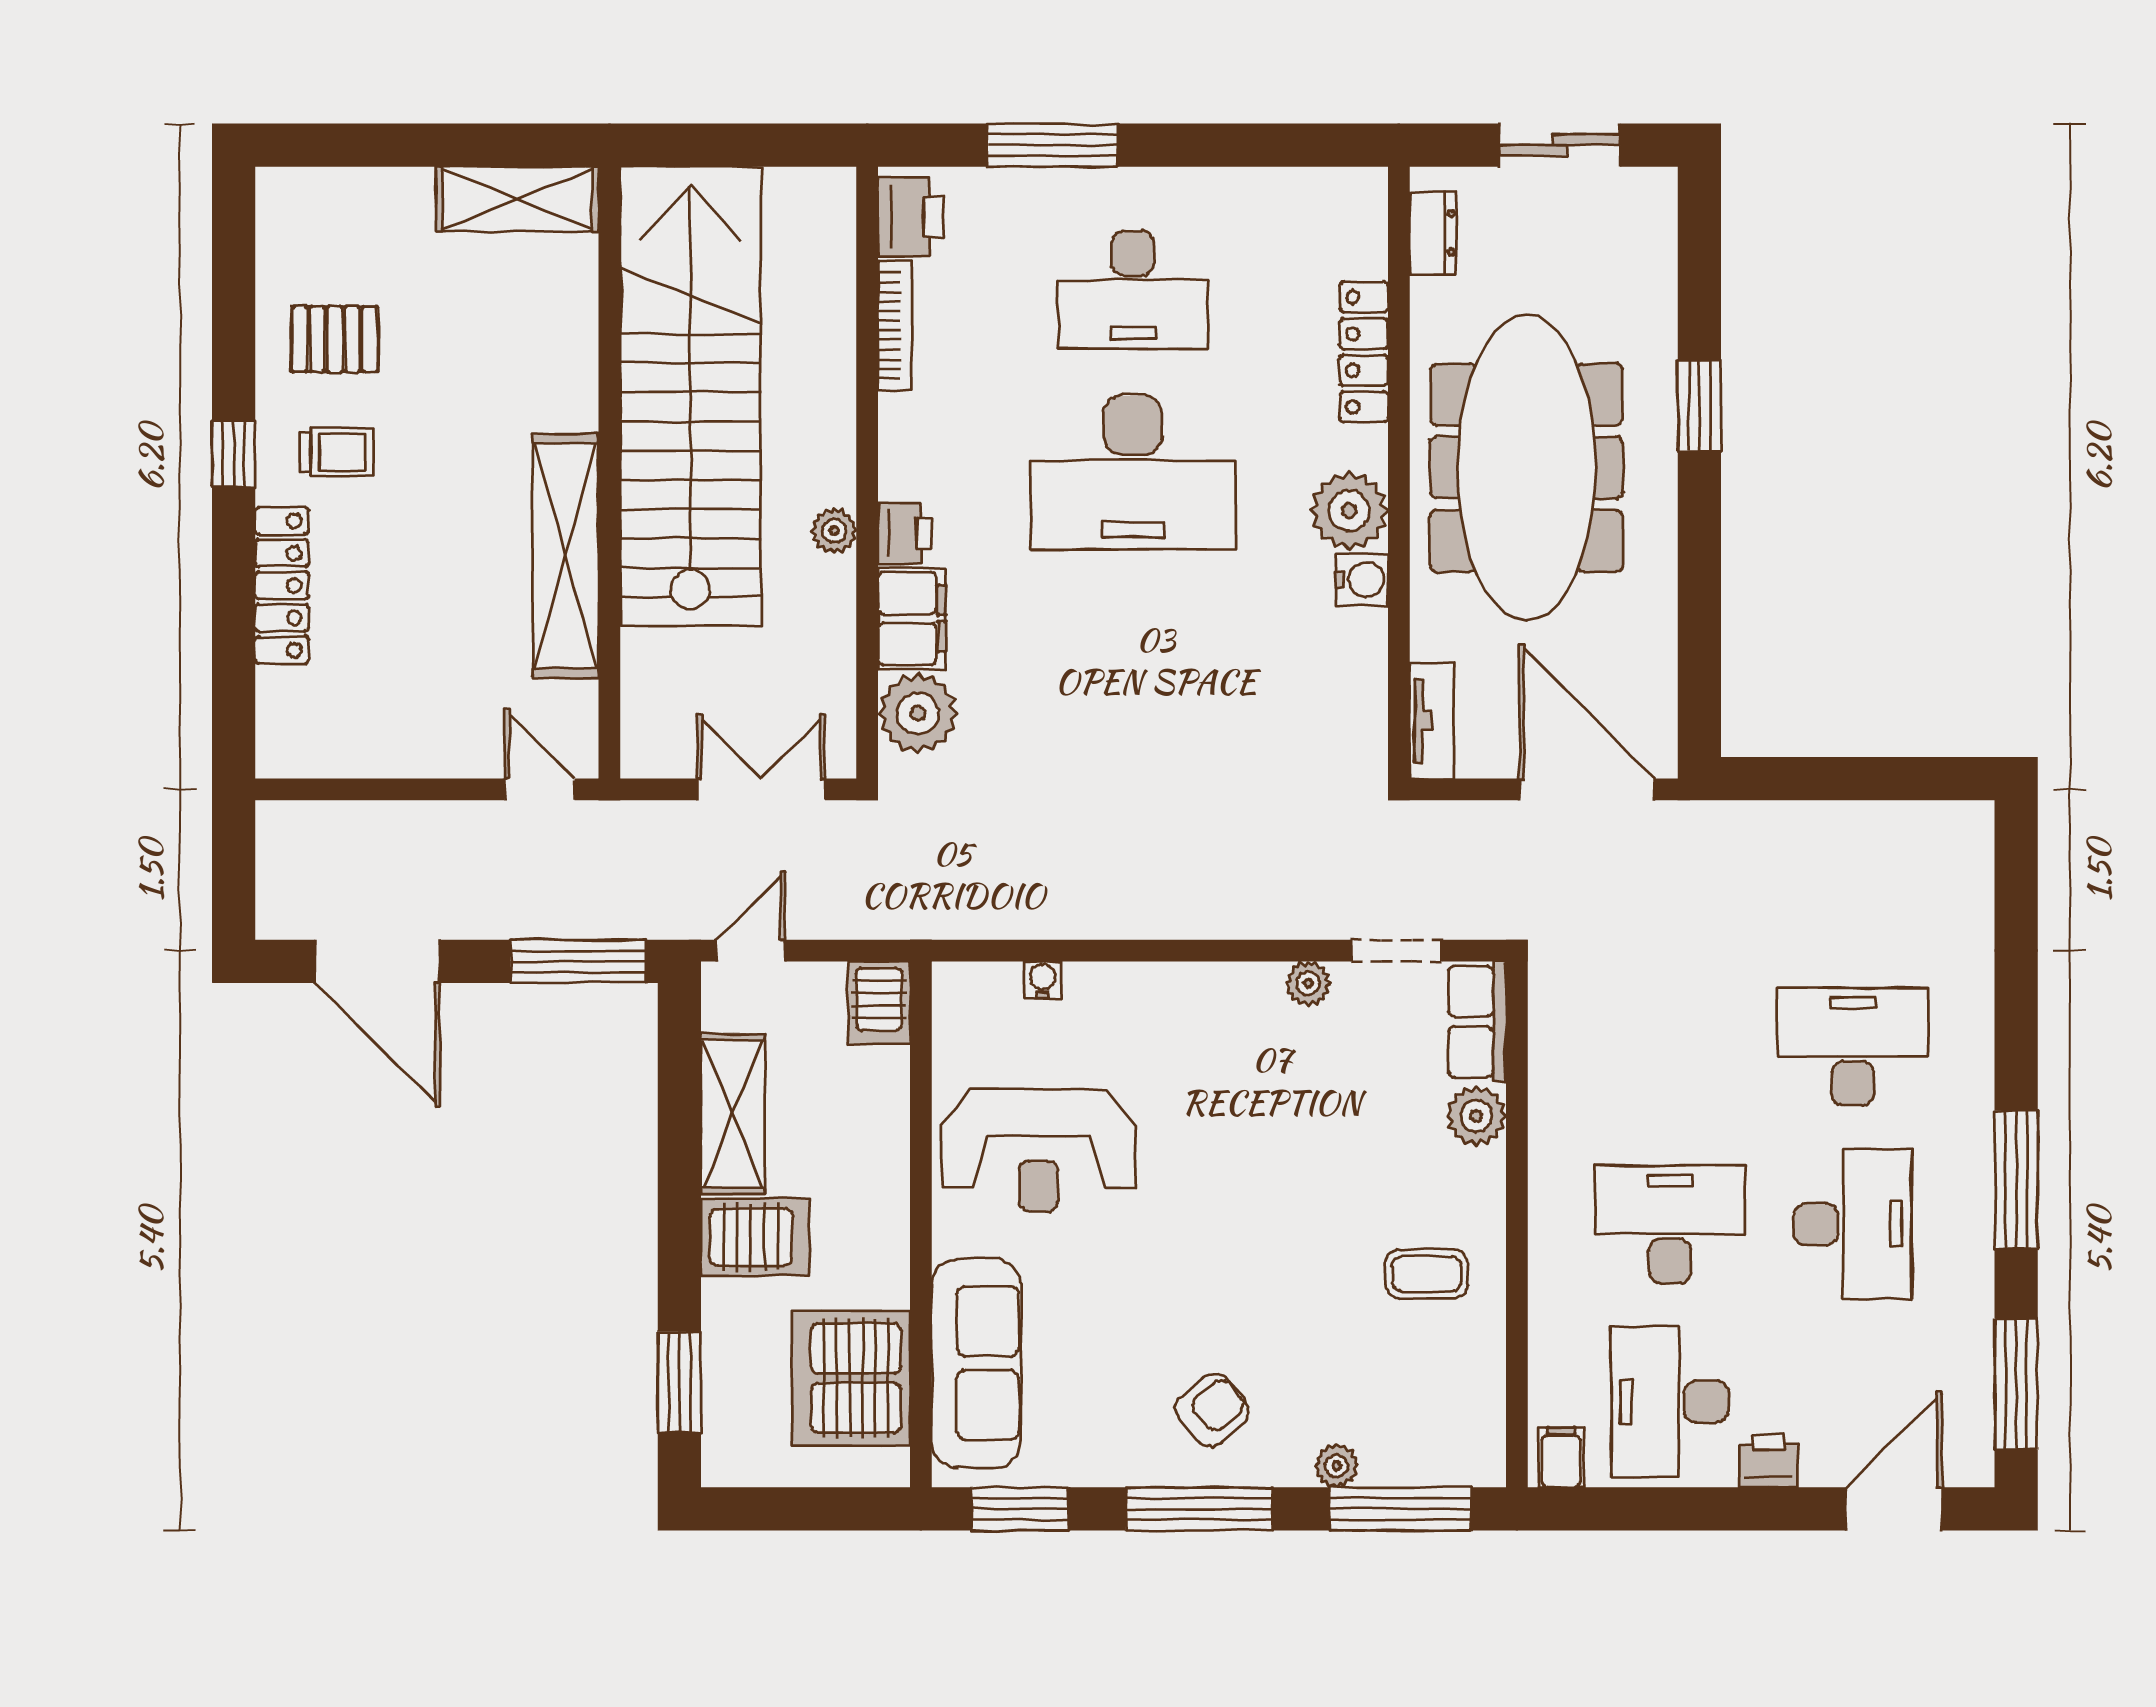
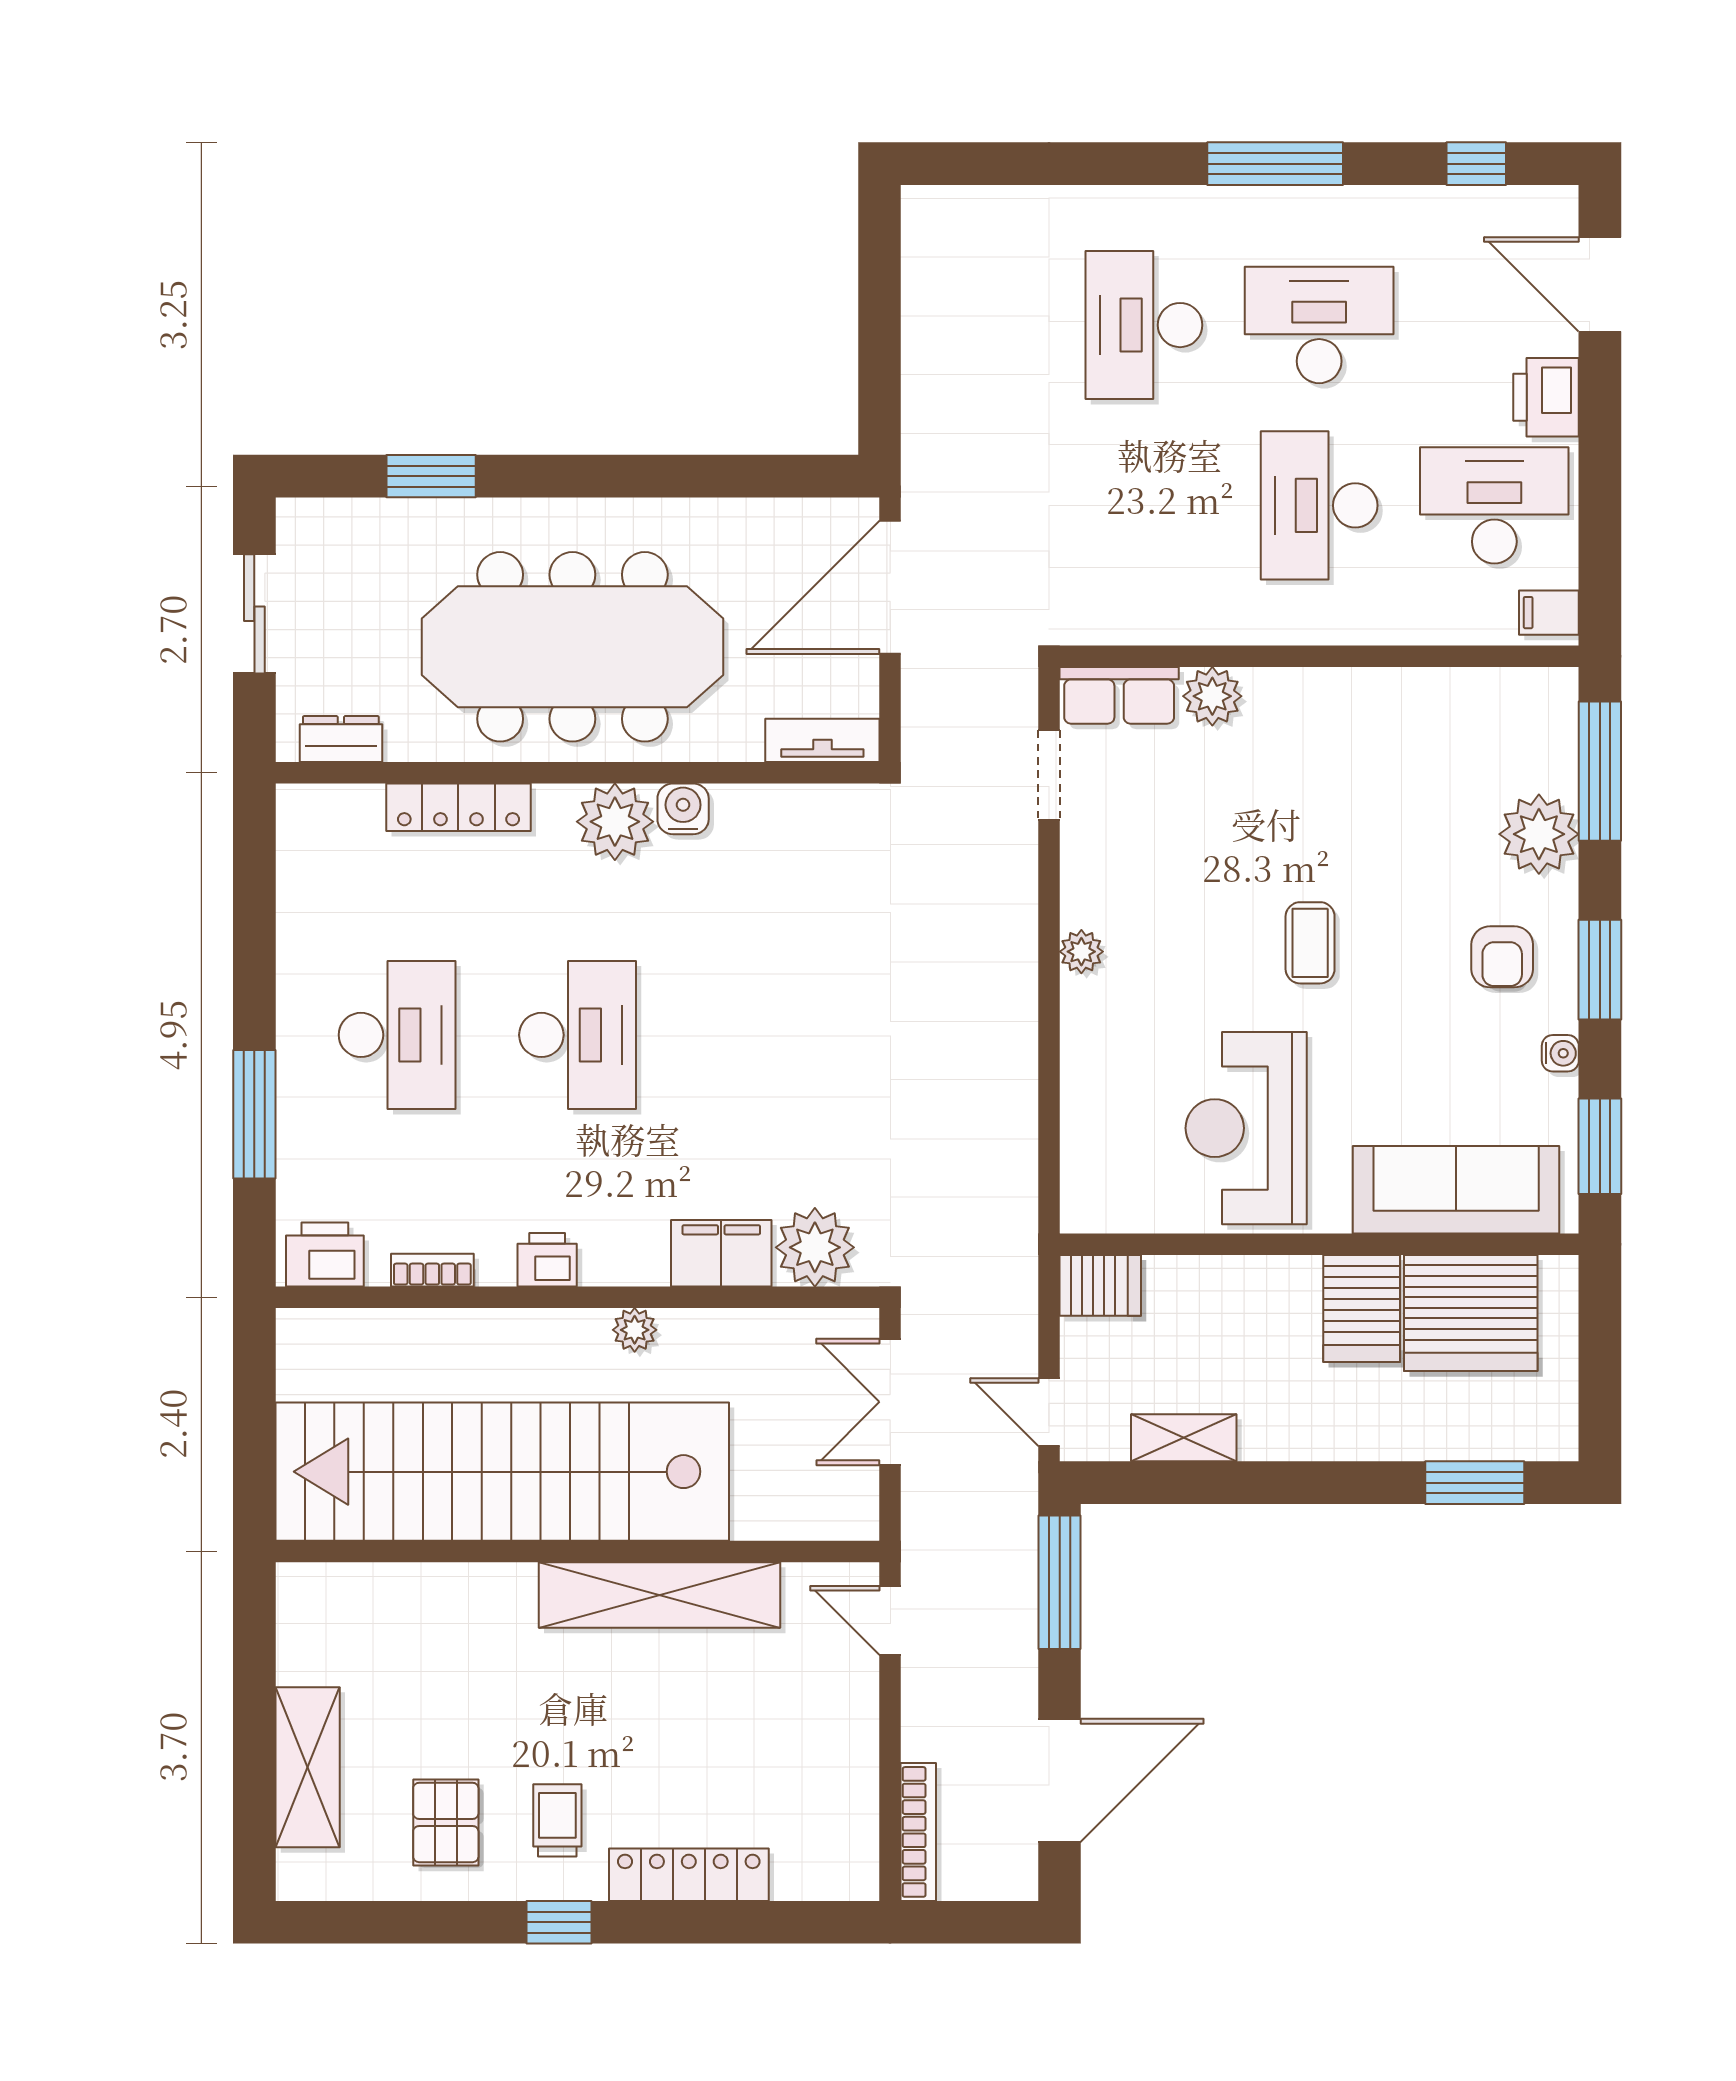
shelving: (517, 199) -> (308, 1767), moved
bookcase: (895, 326) -> (432, 1270), width x0.64
window: (1699, 406) -> (431, 476), moved
desk: (1133, 473) -> (577, 1035), width x0.73, depth x0.77
printer: (905, 533) -> (547, 1260), moved
door: (540, 789) -> (890, 1620), hinge flipped
bookcase: (325, 818) -> (918, 1832), added
water cooler: (1043, 980) -> (1560, 1053), moved, turned 180
plant: (1308, 983) -> (1081, 952), moved
shelving: (733, 1114) -> (1184, 1438), width x0.67, depth x0.75
reception desk: (1039, 1150) -> (1246, 1128), turned 180
server rack: (755, 1237) -> (1362, 1308), moved, turned 180
coffee table: (1427, 1274) -> (1310, 943), moved
window: (2016, 1384) -> (1476, 164), width x0.46
desk: (1670, 1402) -> (1494, 505), turned 180
armchair: (1212, 1410) -> (1502, 957), turned -139
printer: (1769, 1461) -> (1546, 397), width x1.36, depth x1.24
plant: (1337, 1466) -> (1539, 834), width x1.88, depth x1.88
window: (1199, 1509) -> (1600, 970), width x0.69

